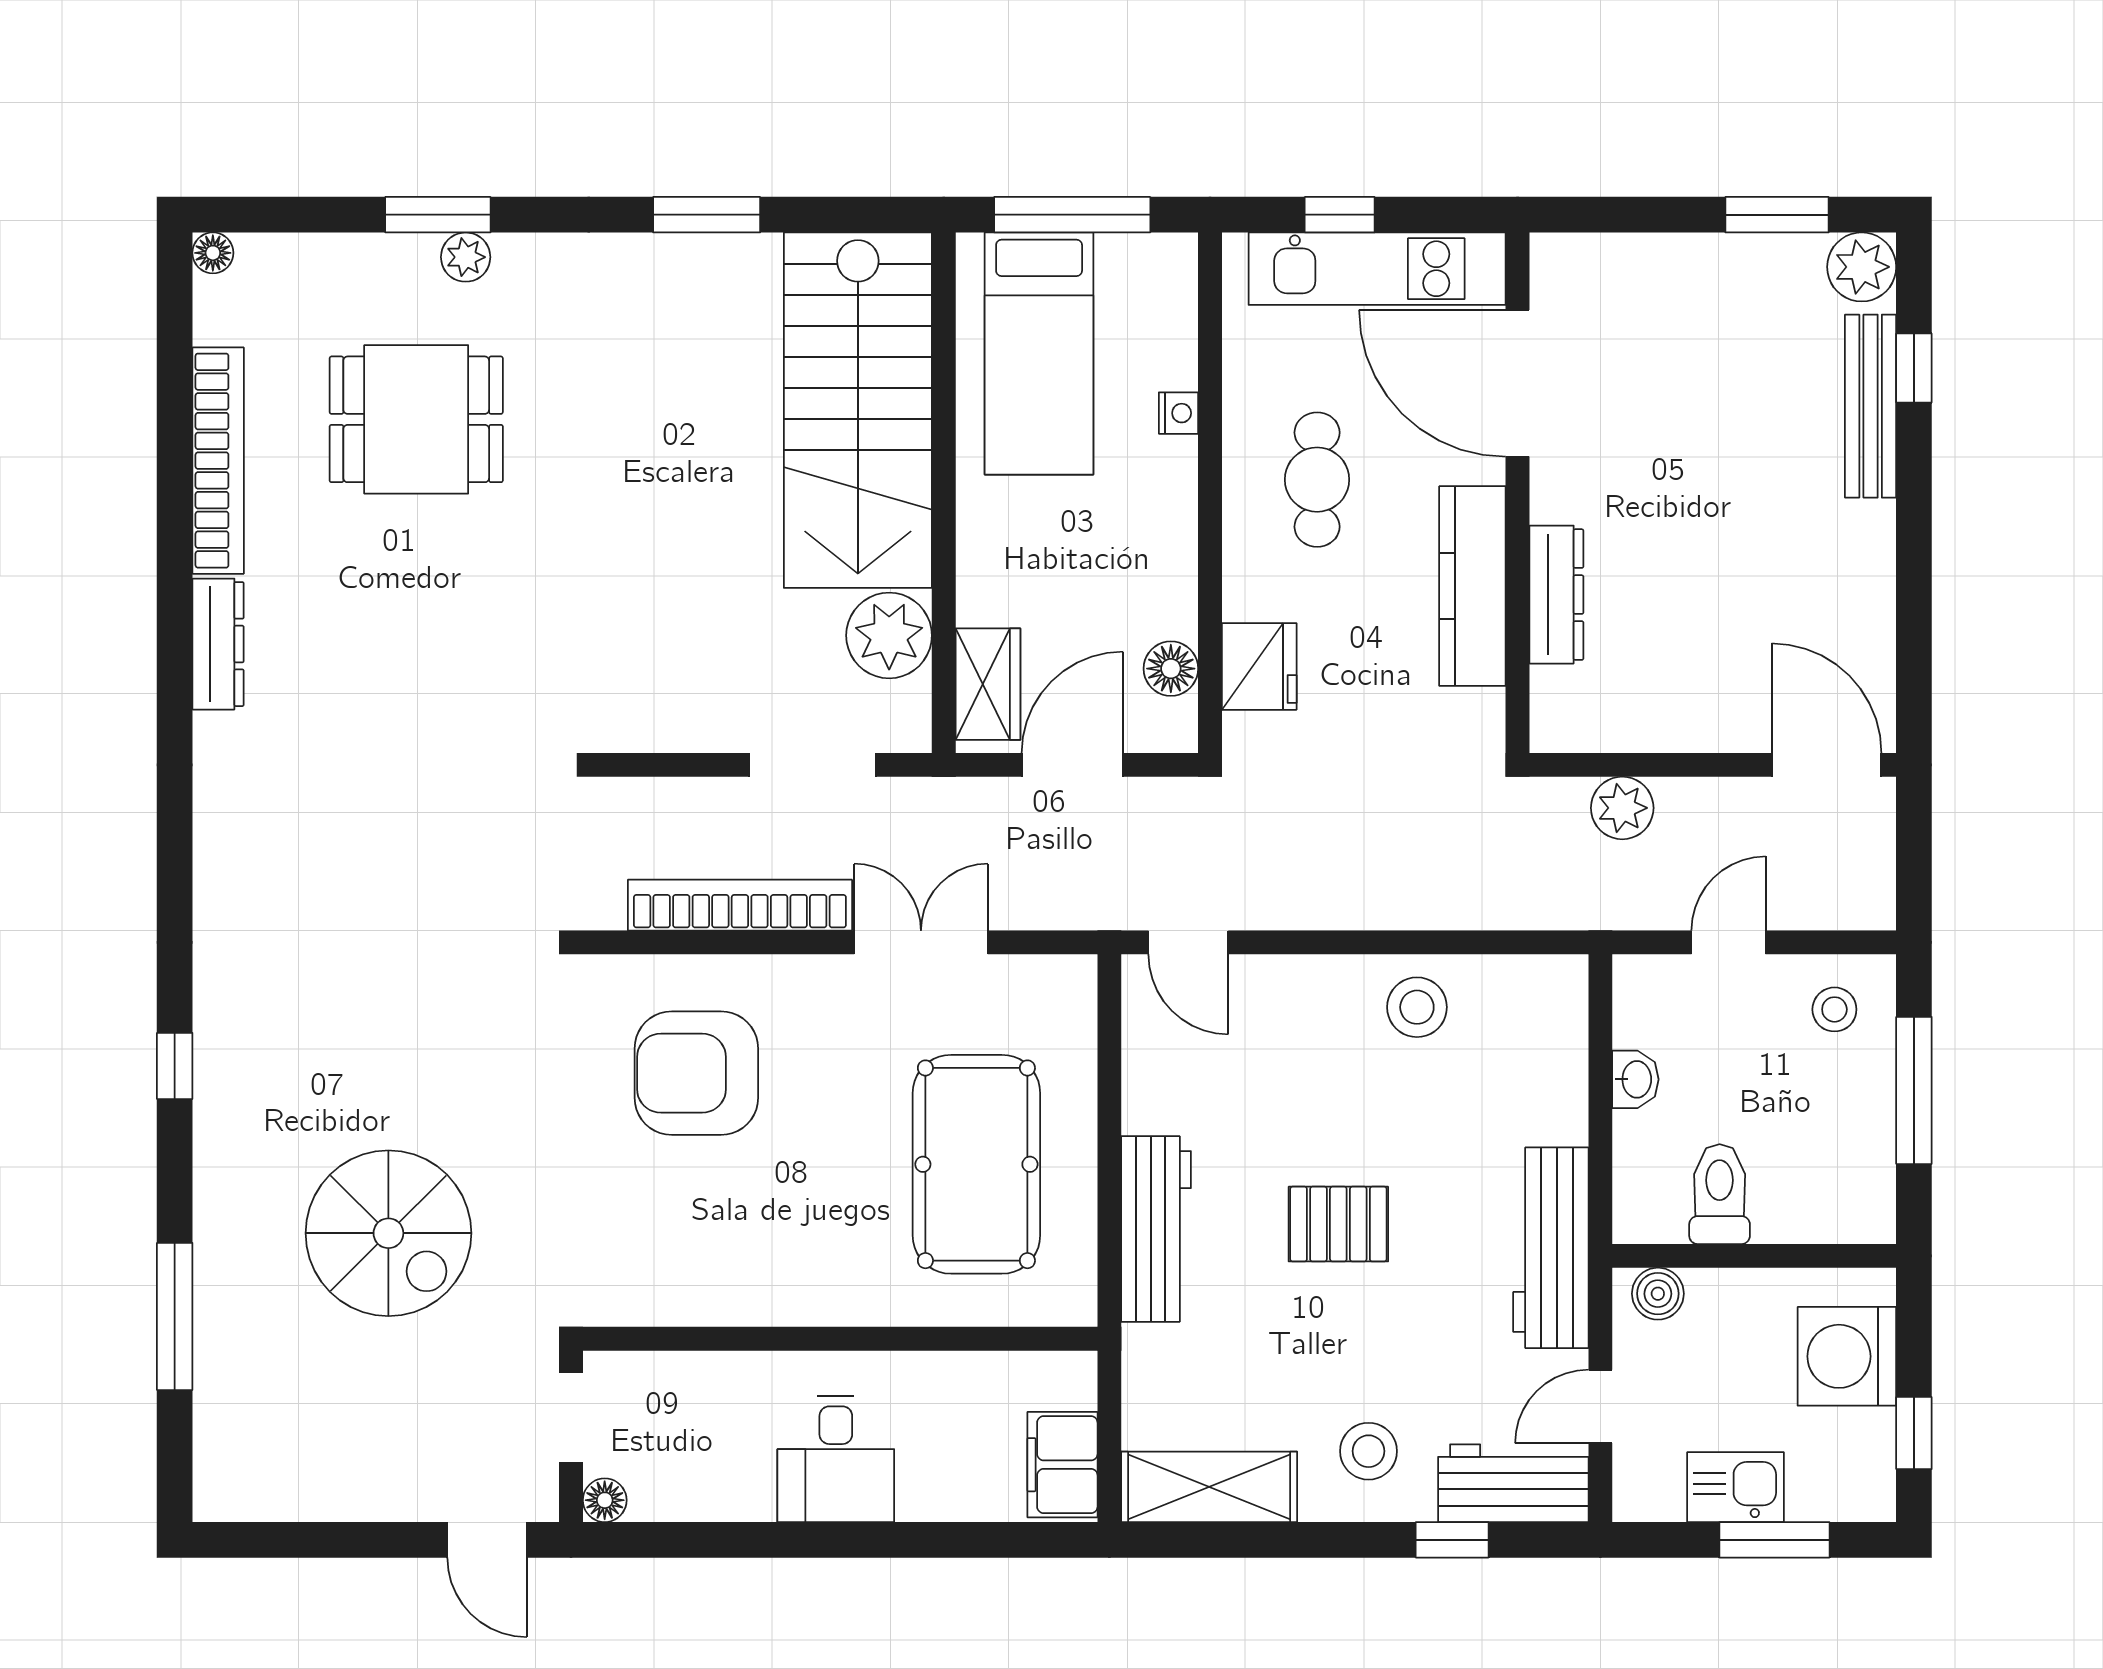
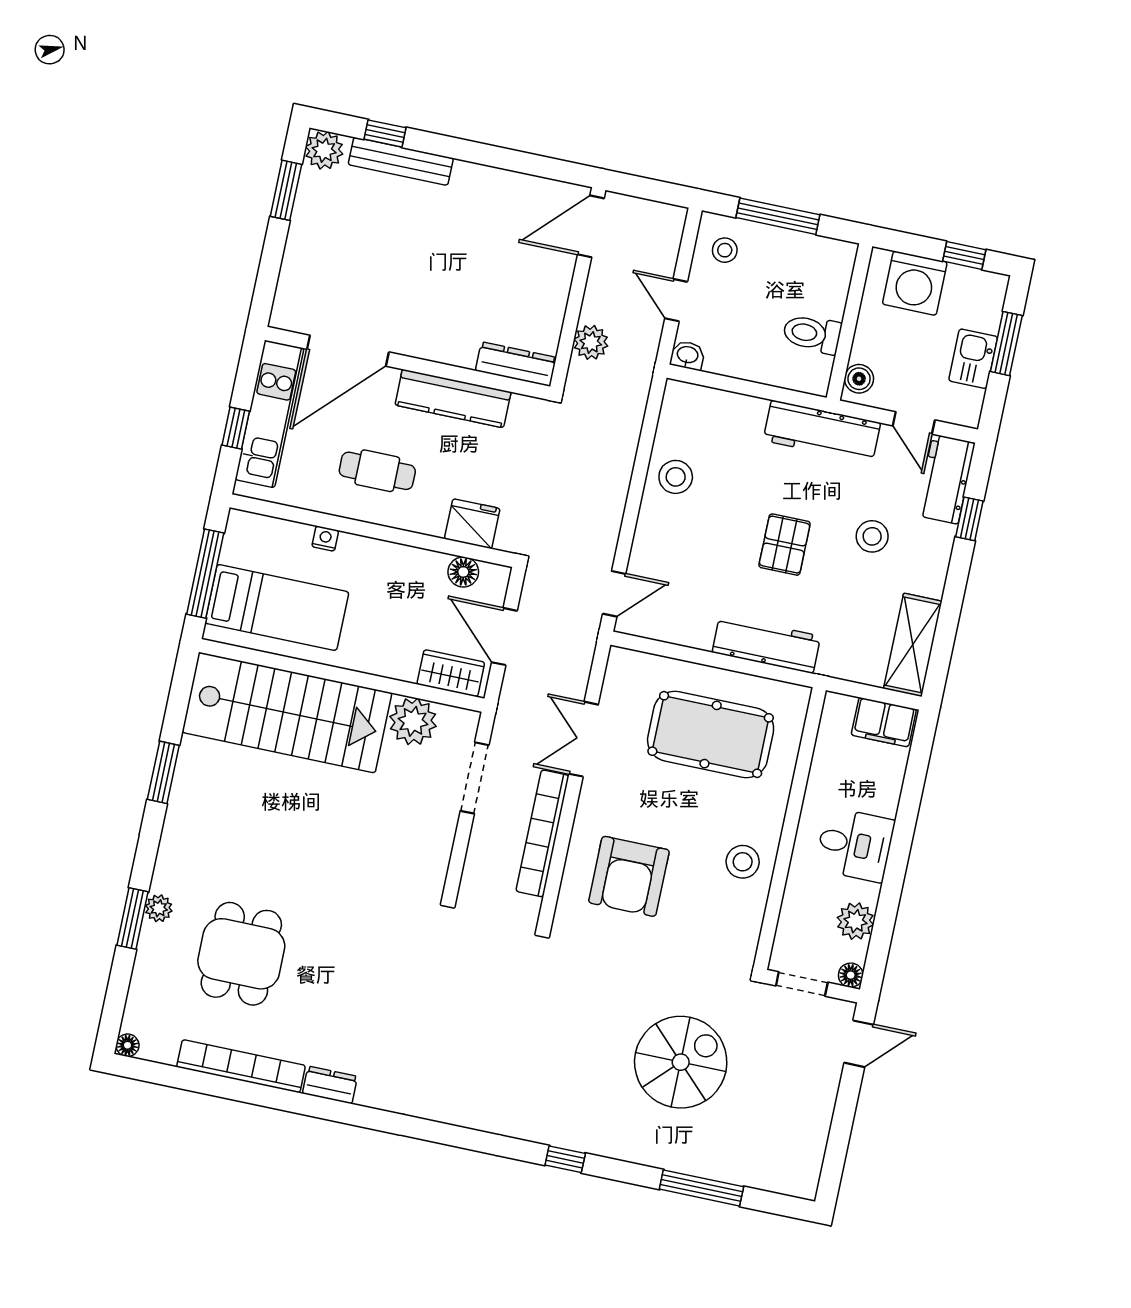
dresser: (1556, 595) -> (516, 364), moved
dresser: (218, 644) -> (330, 1085), width x0.70
washbasin: (1635, 1079) -> (687, 355), moved
stool: (764, 1268) -> (743, 862), added
stool: (1369, 1451) -> (872, 536), moved
plant: (702, 1489) -> (855, 921), added

